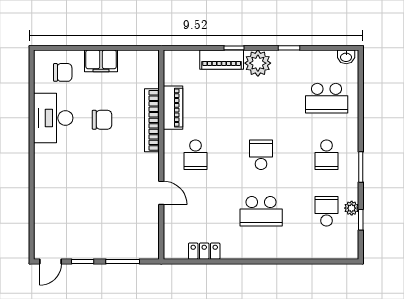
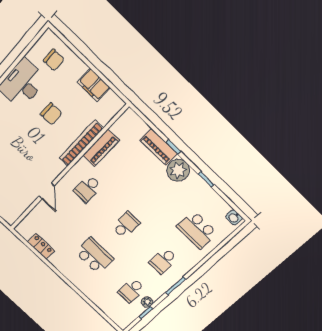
filing cabinet: (101, 61) -> (94, 85), moved
school desk: (261, 211) -> (94, 256), turned 180
school desk: (327, 211) -> (131, 290), turned 180

